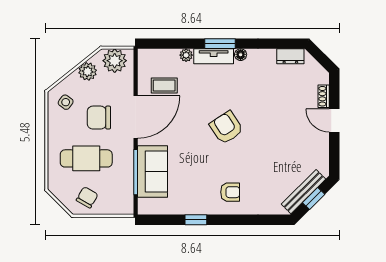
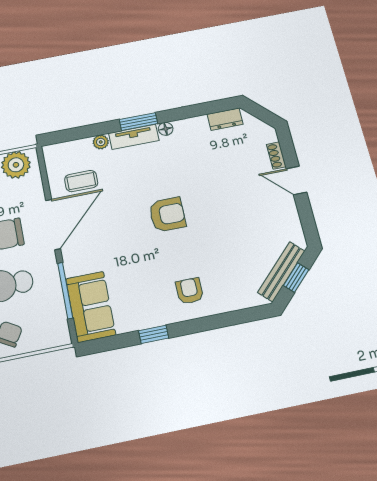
armchair: (226, 128) -> (167, 215), turned 123
sofa: (153, 172) -> (91, 307), moved
armchair: (230, 192) -> (190, 291), turned -90

